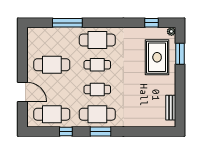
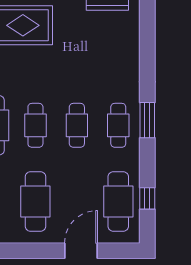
cafe table: (97, 114) -> (118, 125), width x0.73, depth x0.74
window: (66, 131) -> (147, 198), moved

